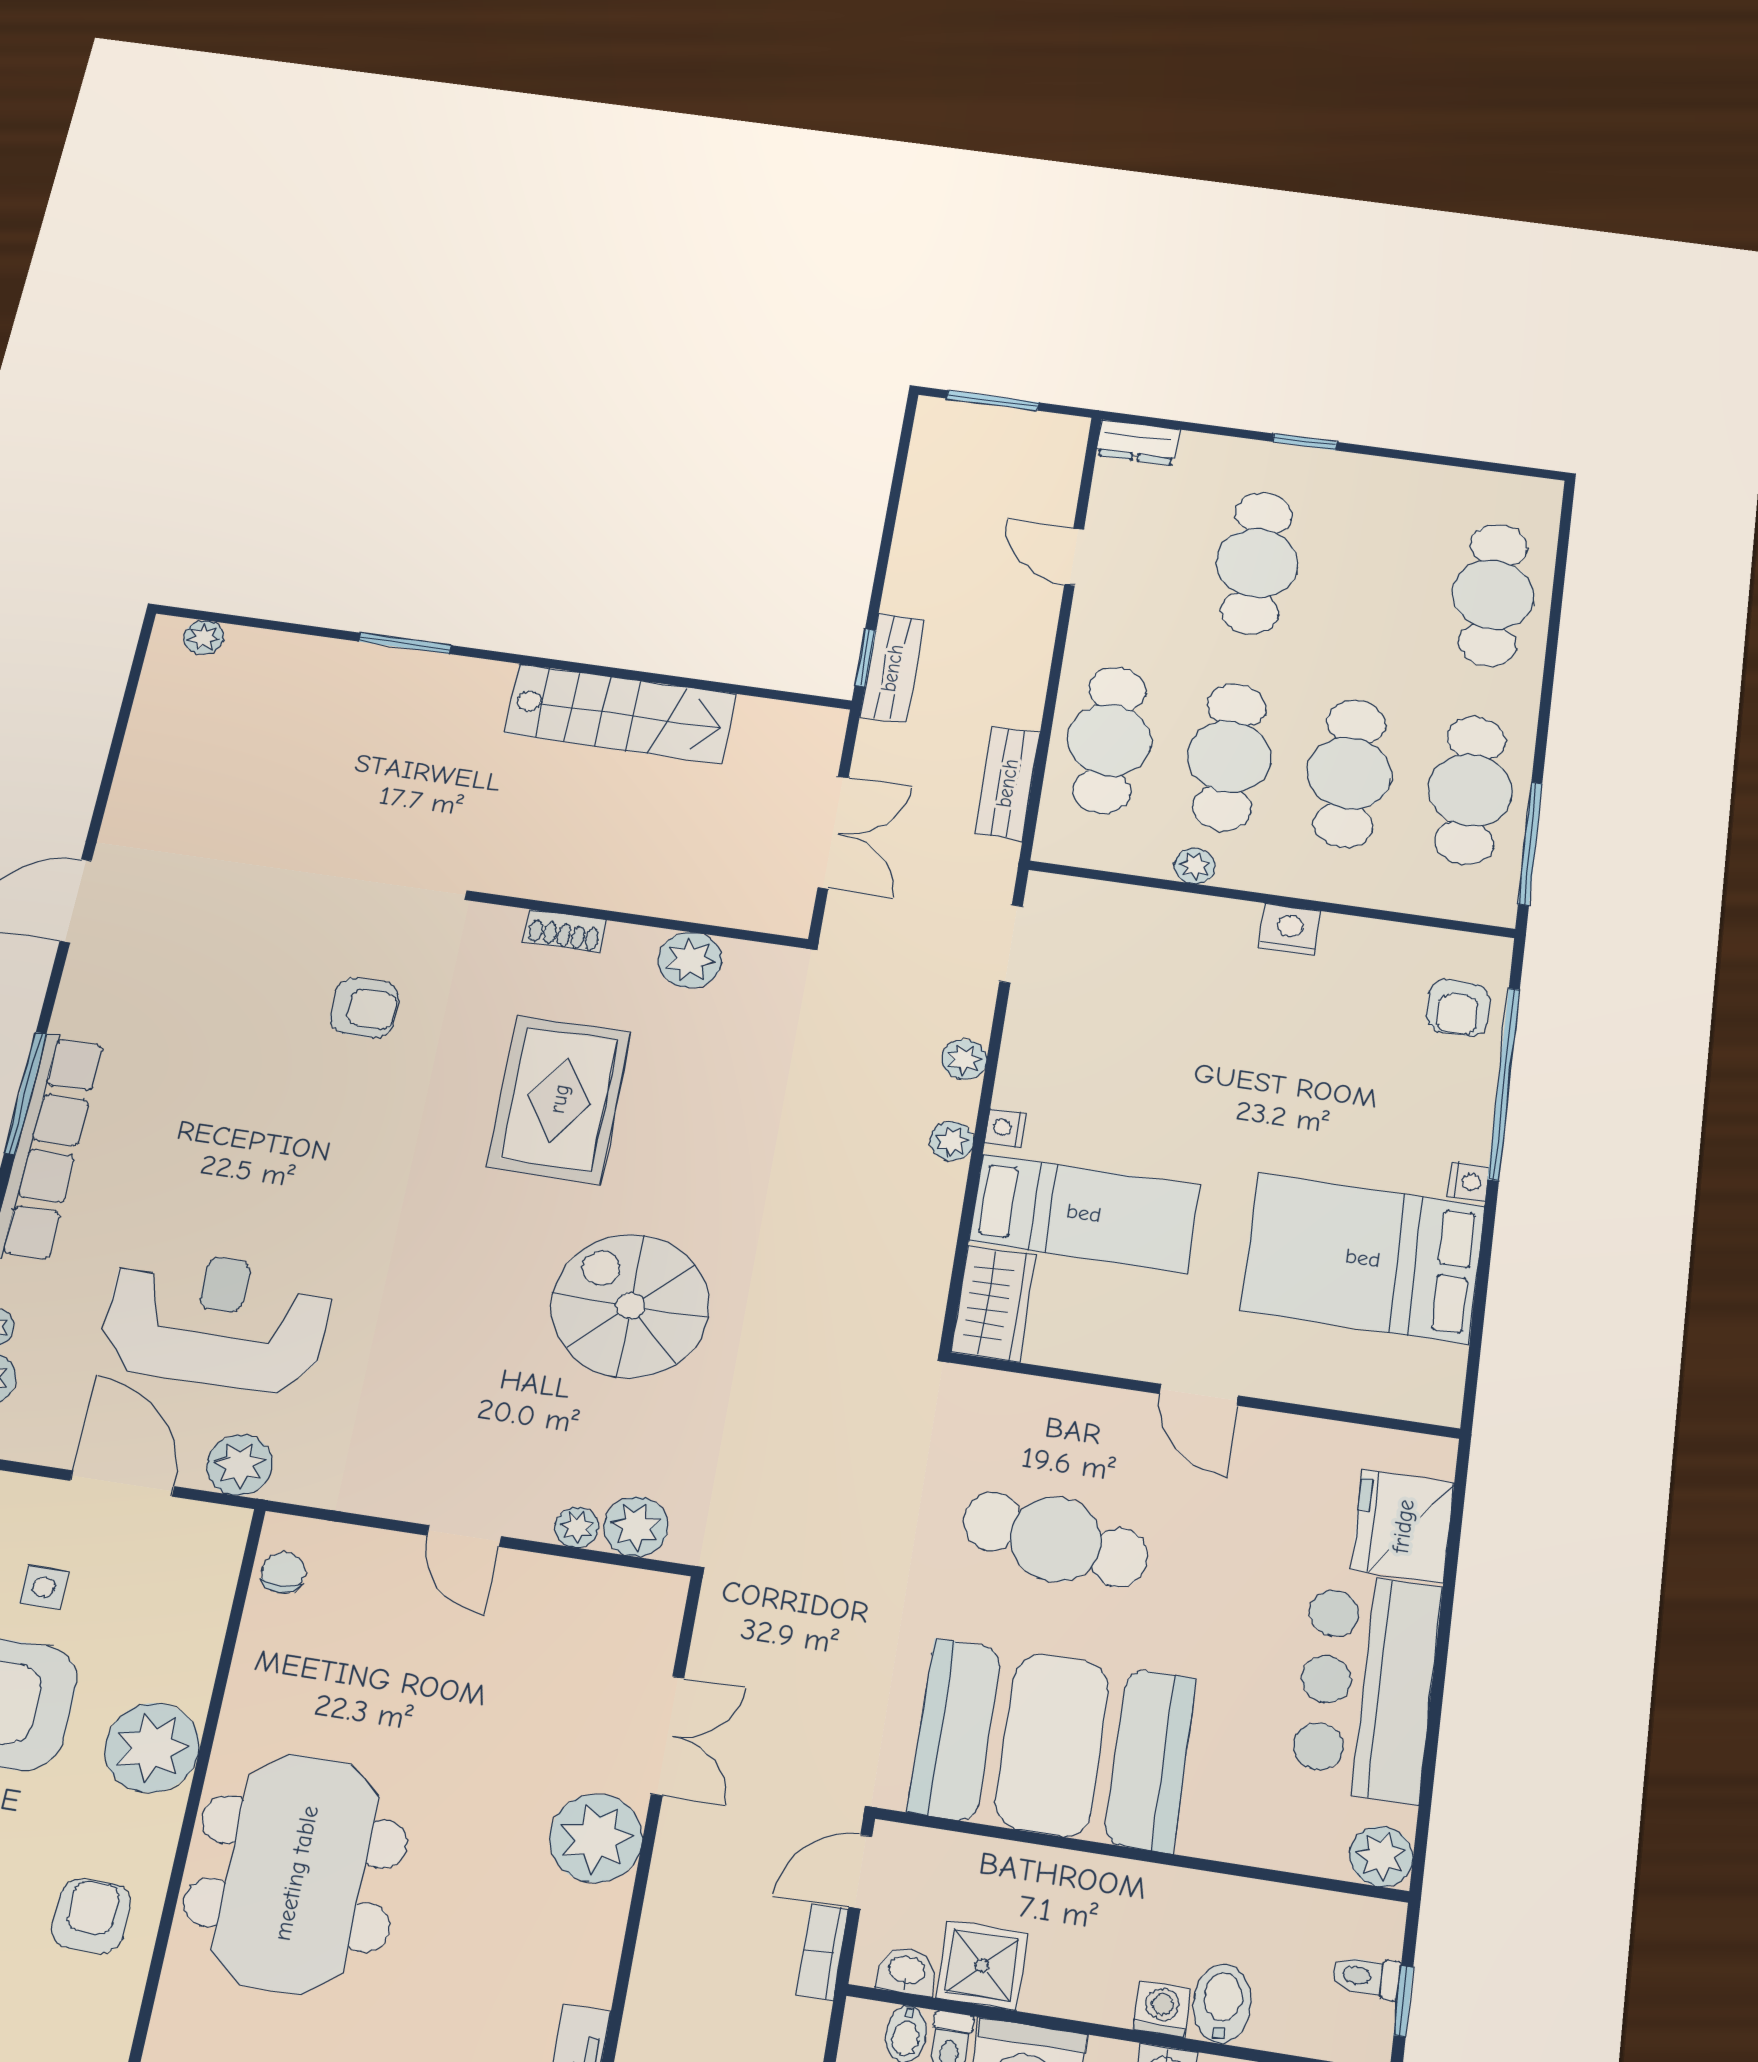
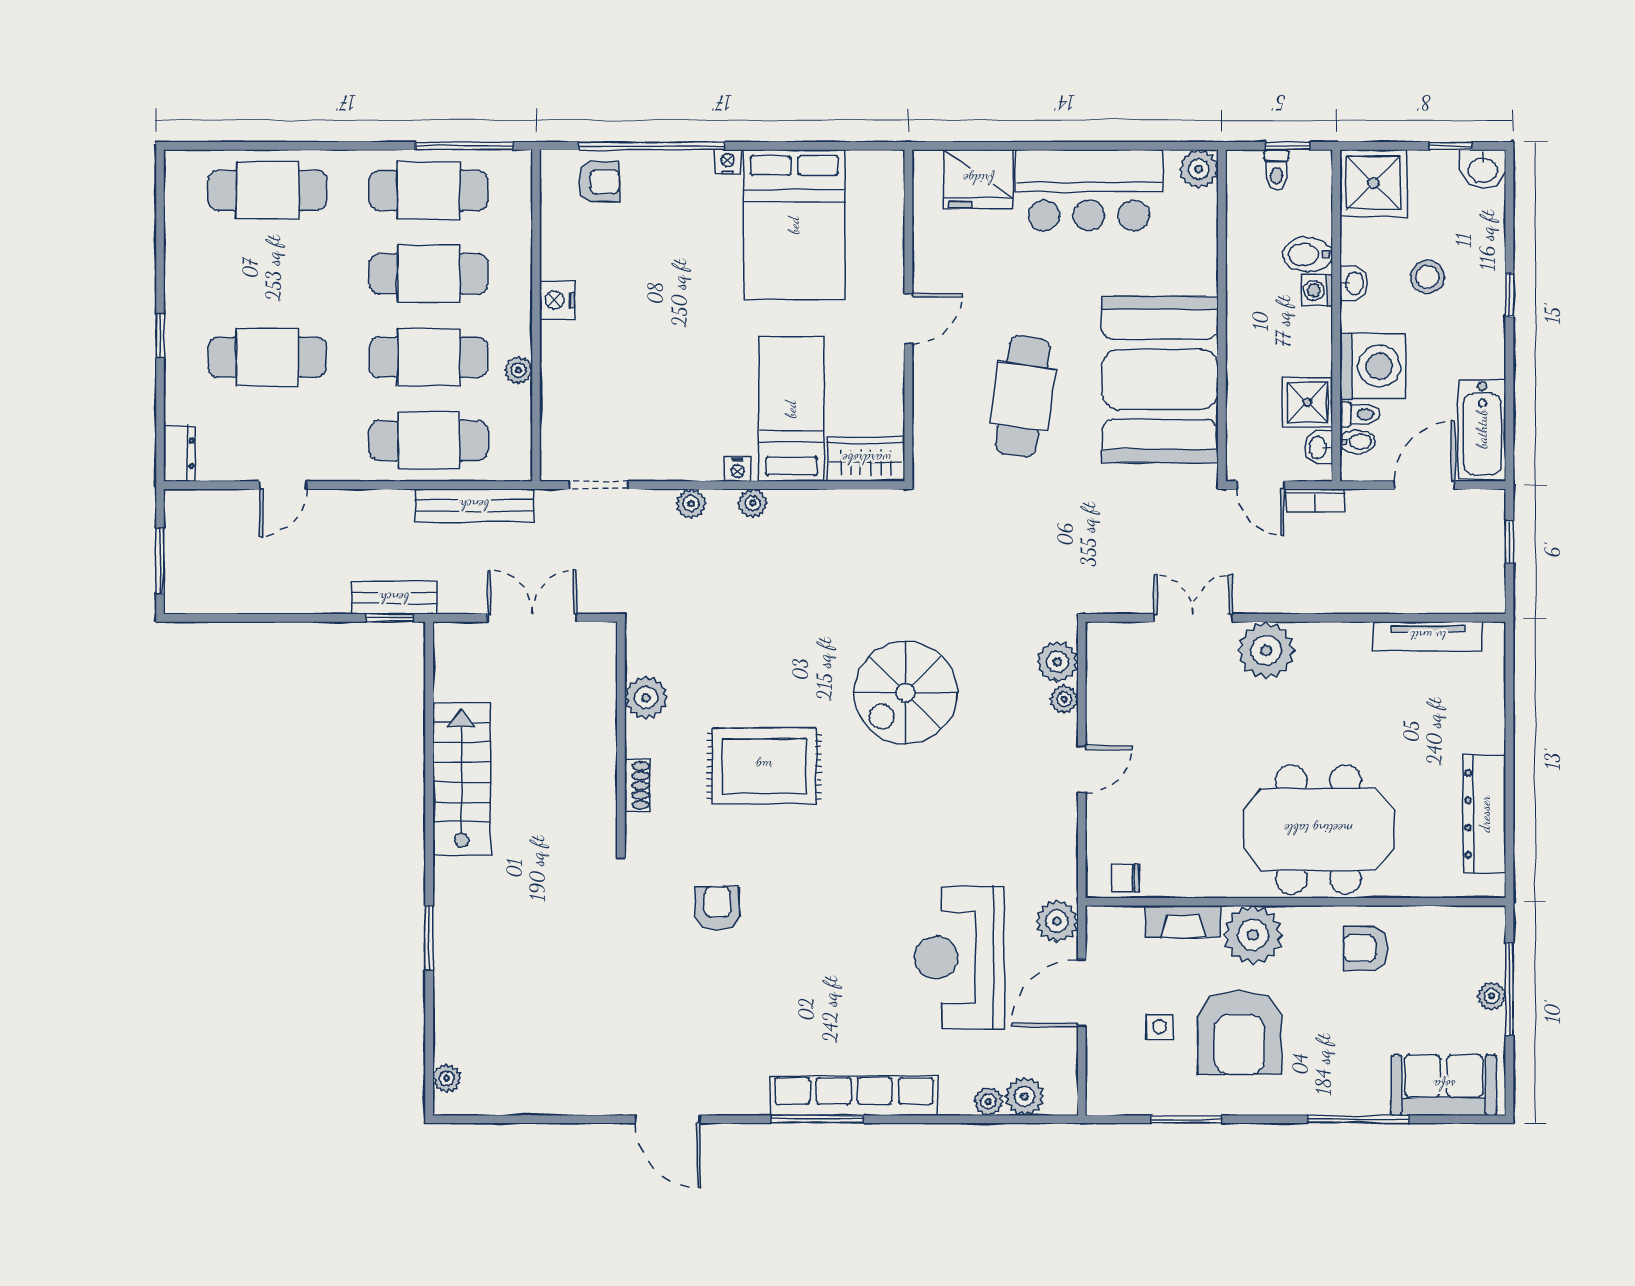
bench: (1007, 783) -> (474, 505), width x1.36
fireplace: (197, 1647) -> (1183, 921), added

